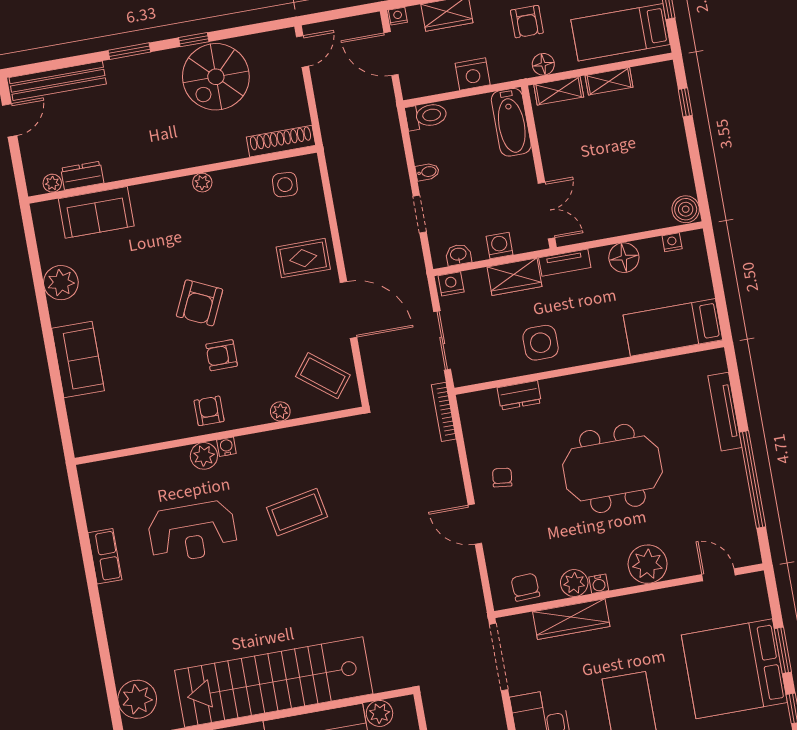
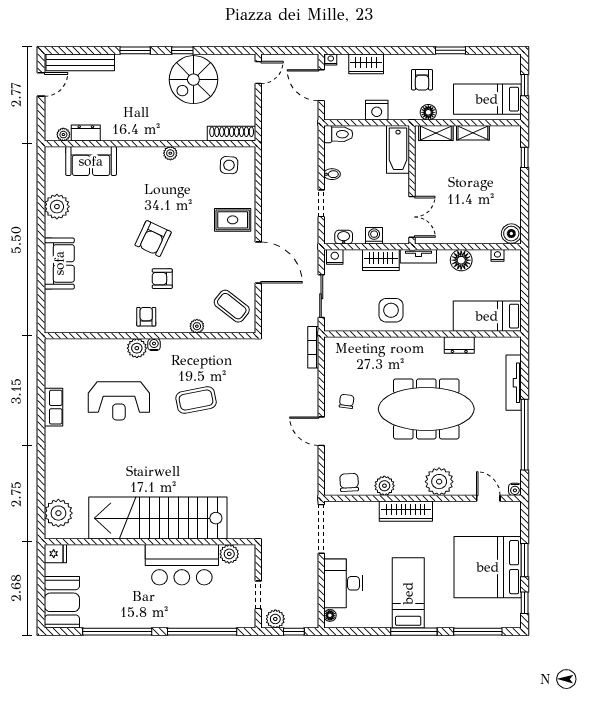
dresser: (519, 395) -> (459, 345), moved
meeting table: (612, 468) -> (426, 409), width x1.36
water cooler: (599, 584) -> (515, 489), moved
wardrobe: (571, 619) -> (406, 511), moved

